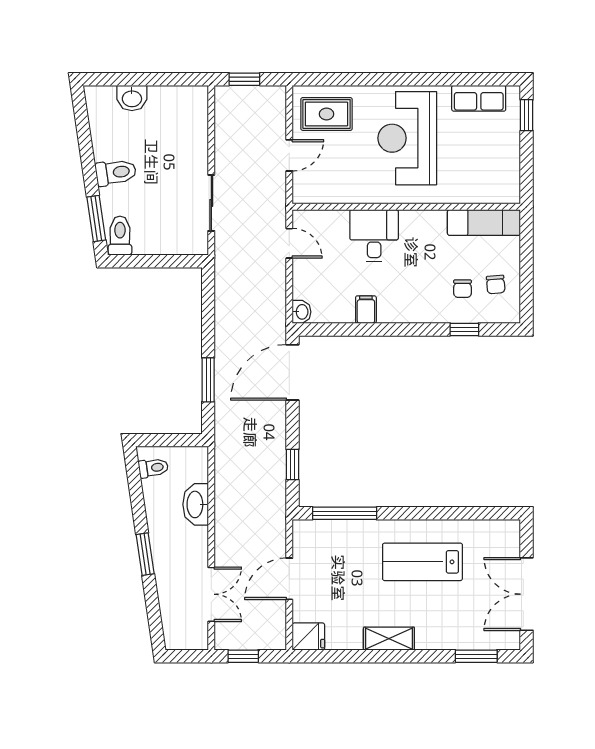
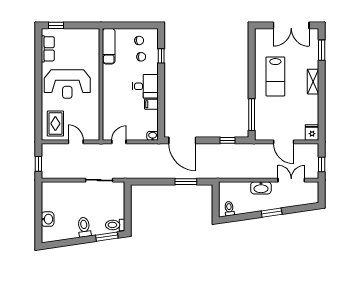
desk: (374, 236) -> (145, 86), moved, turned 180
washbasin: (196, 504) -> (261, 188), moved
shelving: (389, 639) -> (313, 82), moved

